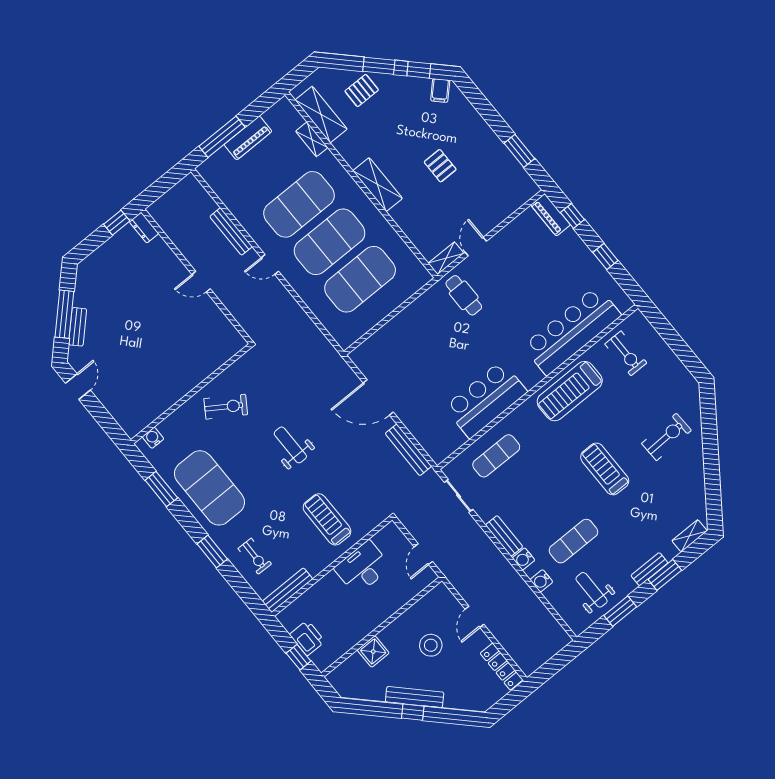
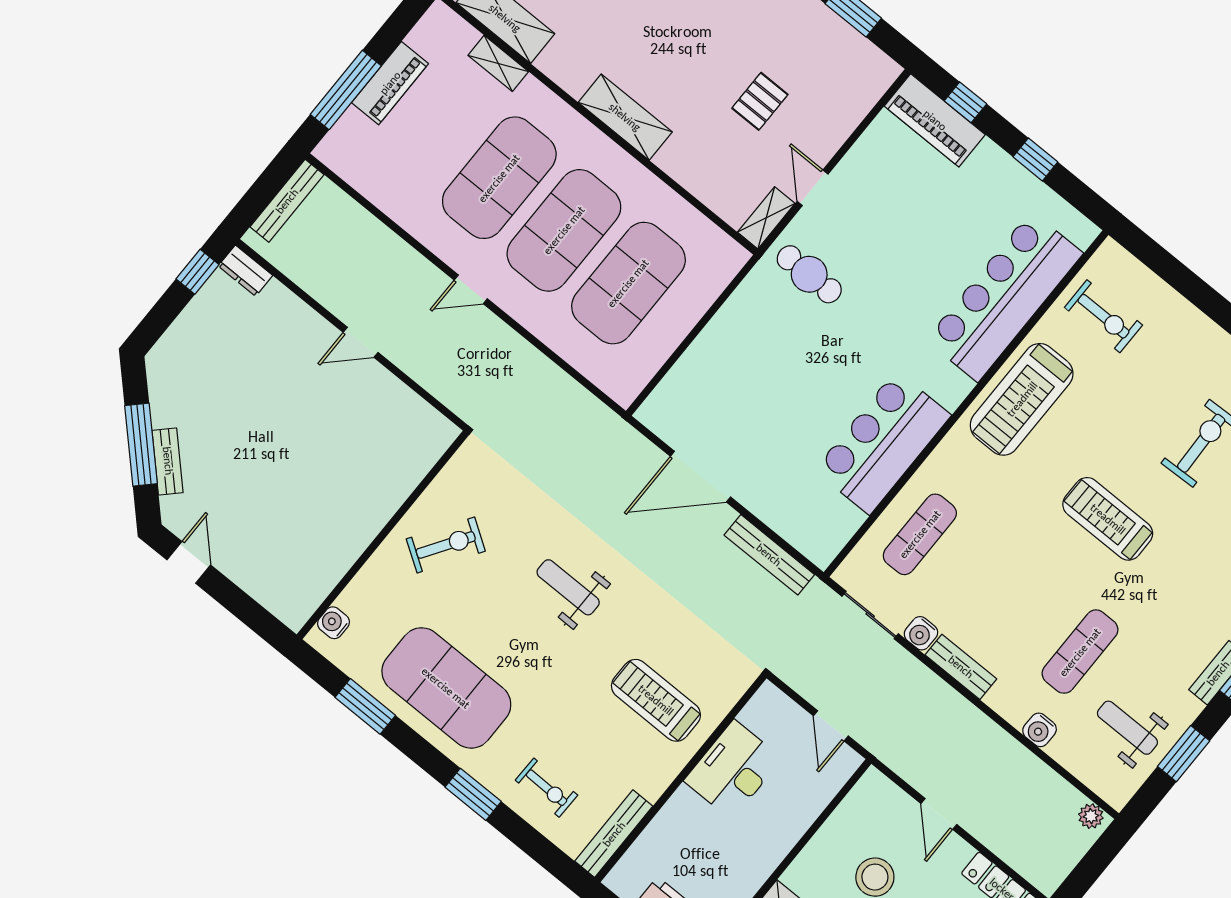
pallet: (440, 166) -> (760, 101), moved, turned 90
piano: (551, 215) -> (935, 120), width x1.37, depth x1.33
bench: (231, 232) -> (287, 201), moved, turned 90
water cooler: (524, 559) -> (921, 633), moved
plant: (560, 636) -> (1091, 816), added

